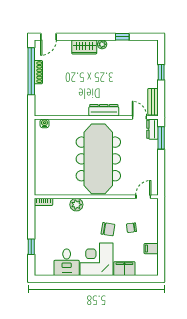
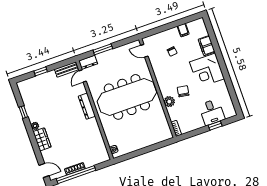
window: (161, 138) -> (103, 49), moved
chair: (108, 229) -> (183, 91), moved
desk: (67, 262) -> (212, 112), moved, turned 90

